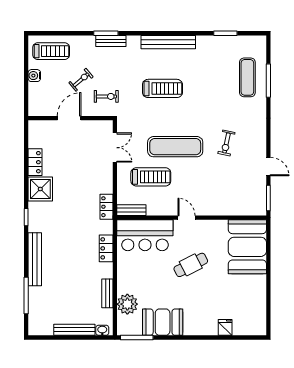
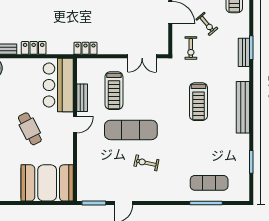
exercise mat: (175, 147) -> (131, 130), moved, turned 90
bench: (131, 210) -> (82, 98), moved
locker: (106, 248) -> (34, 48), moved

